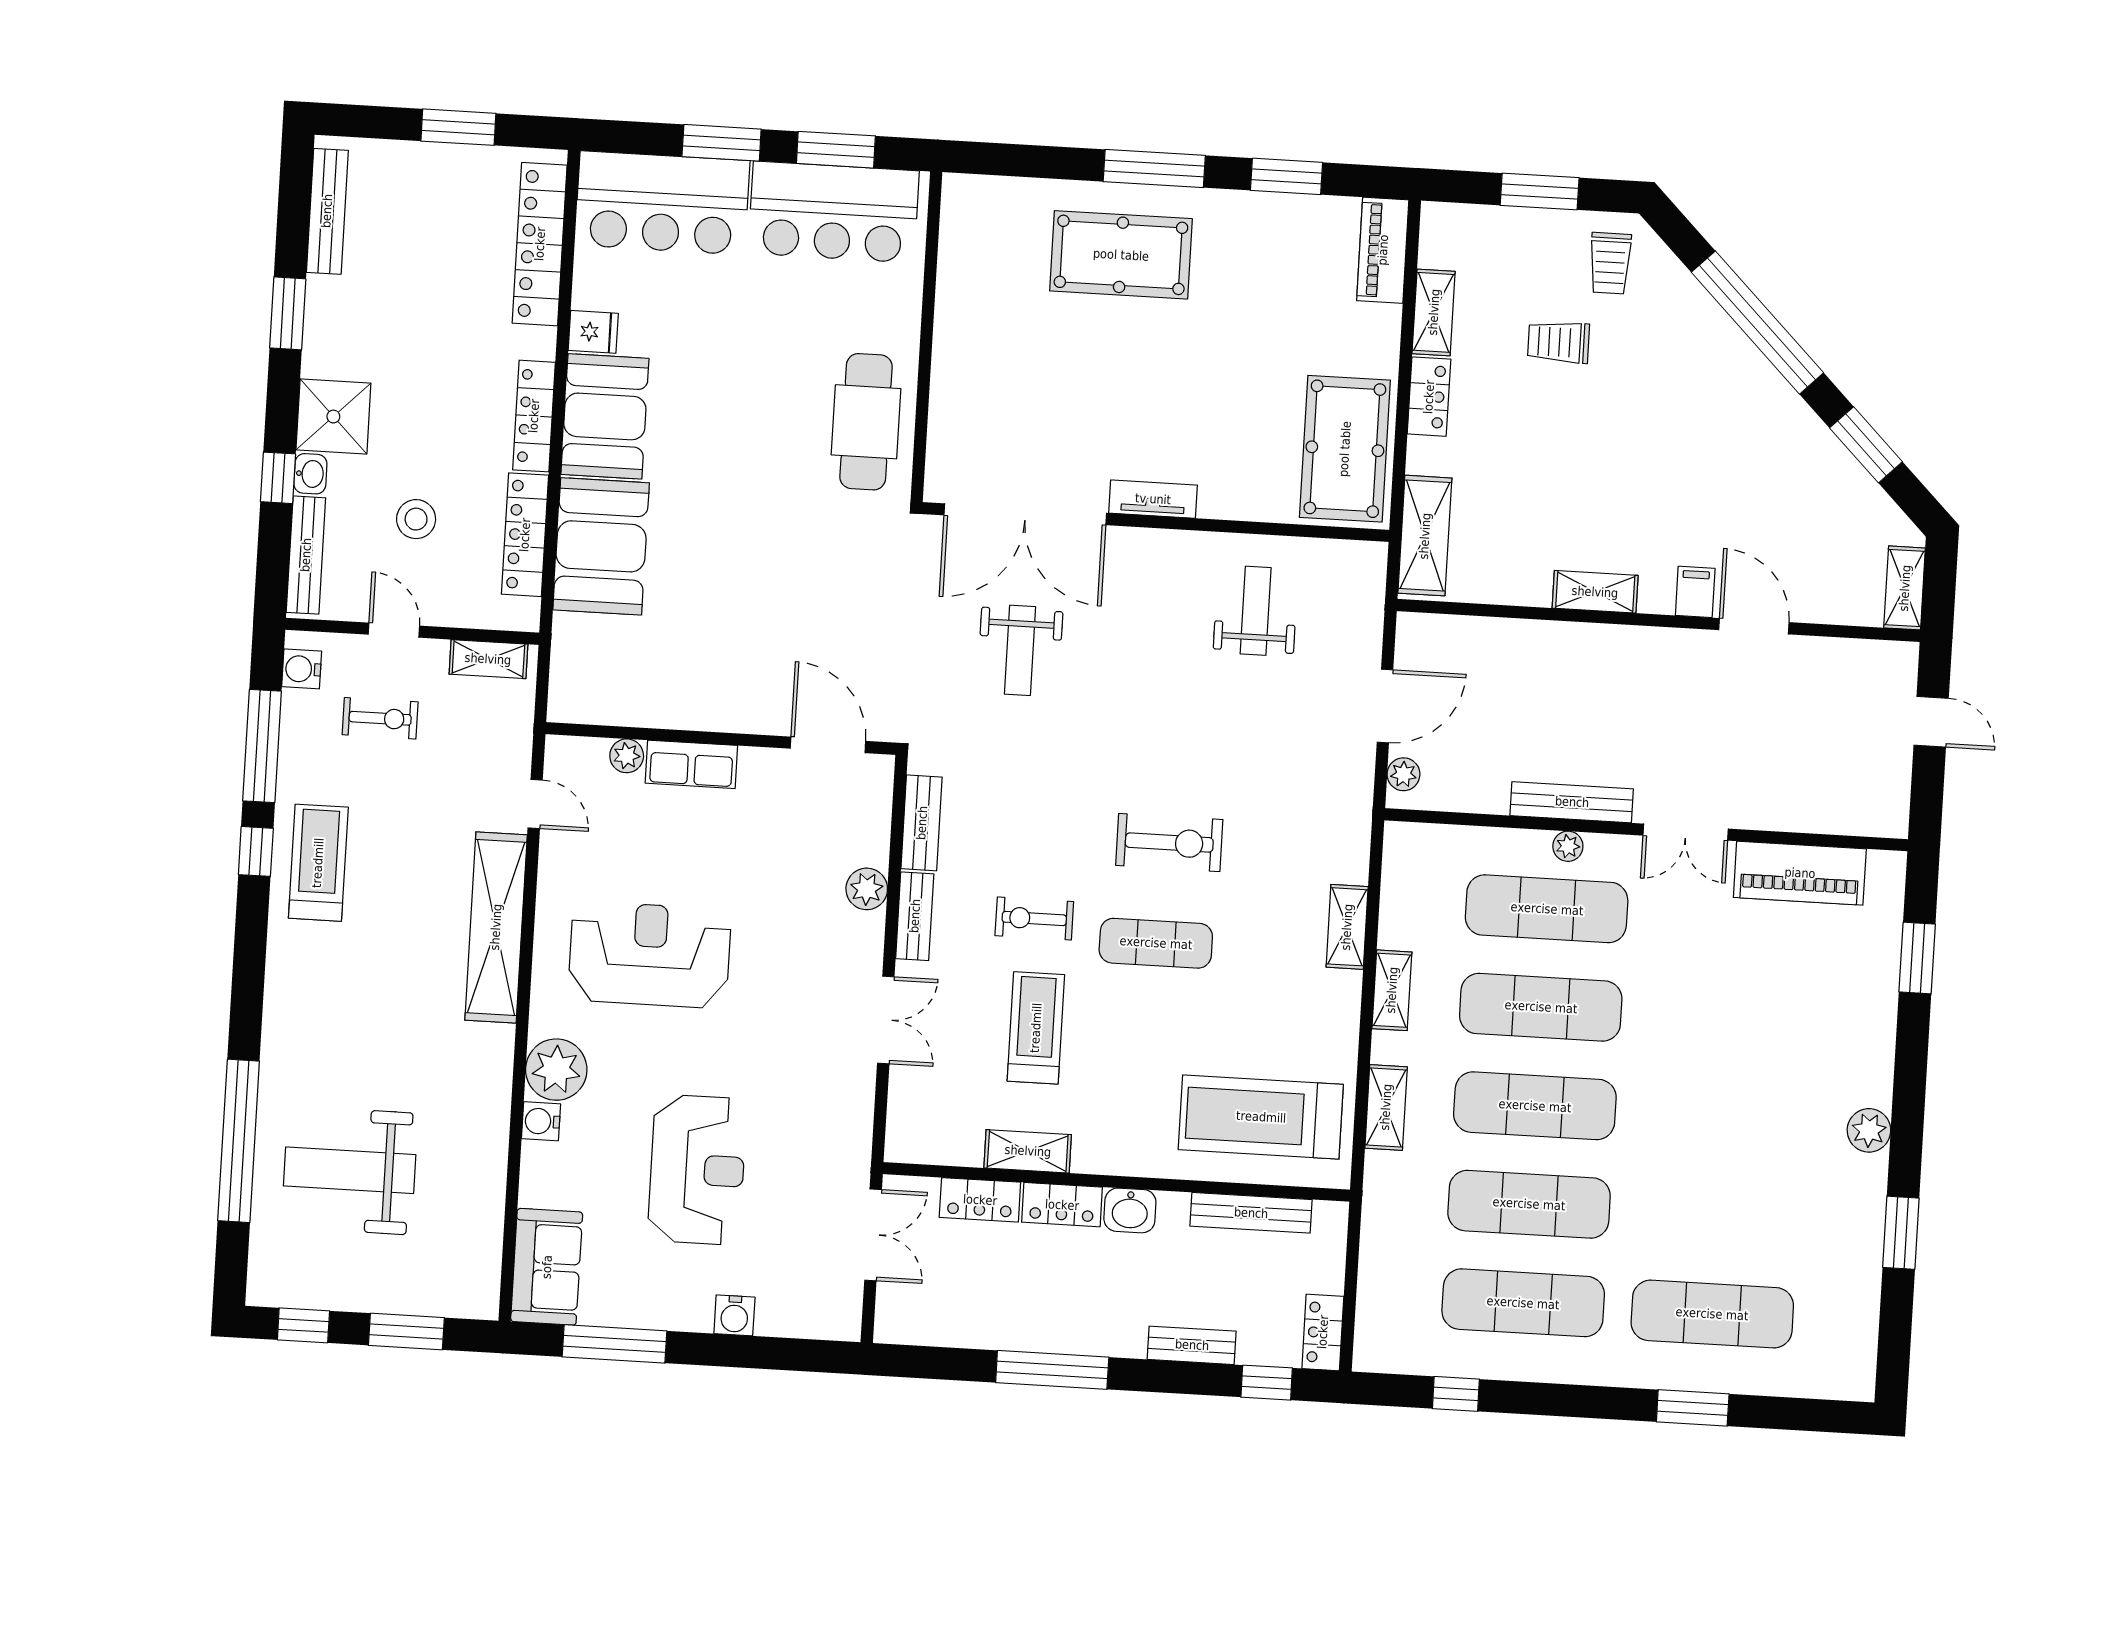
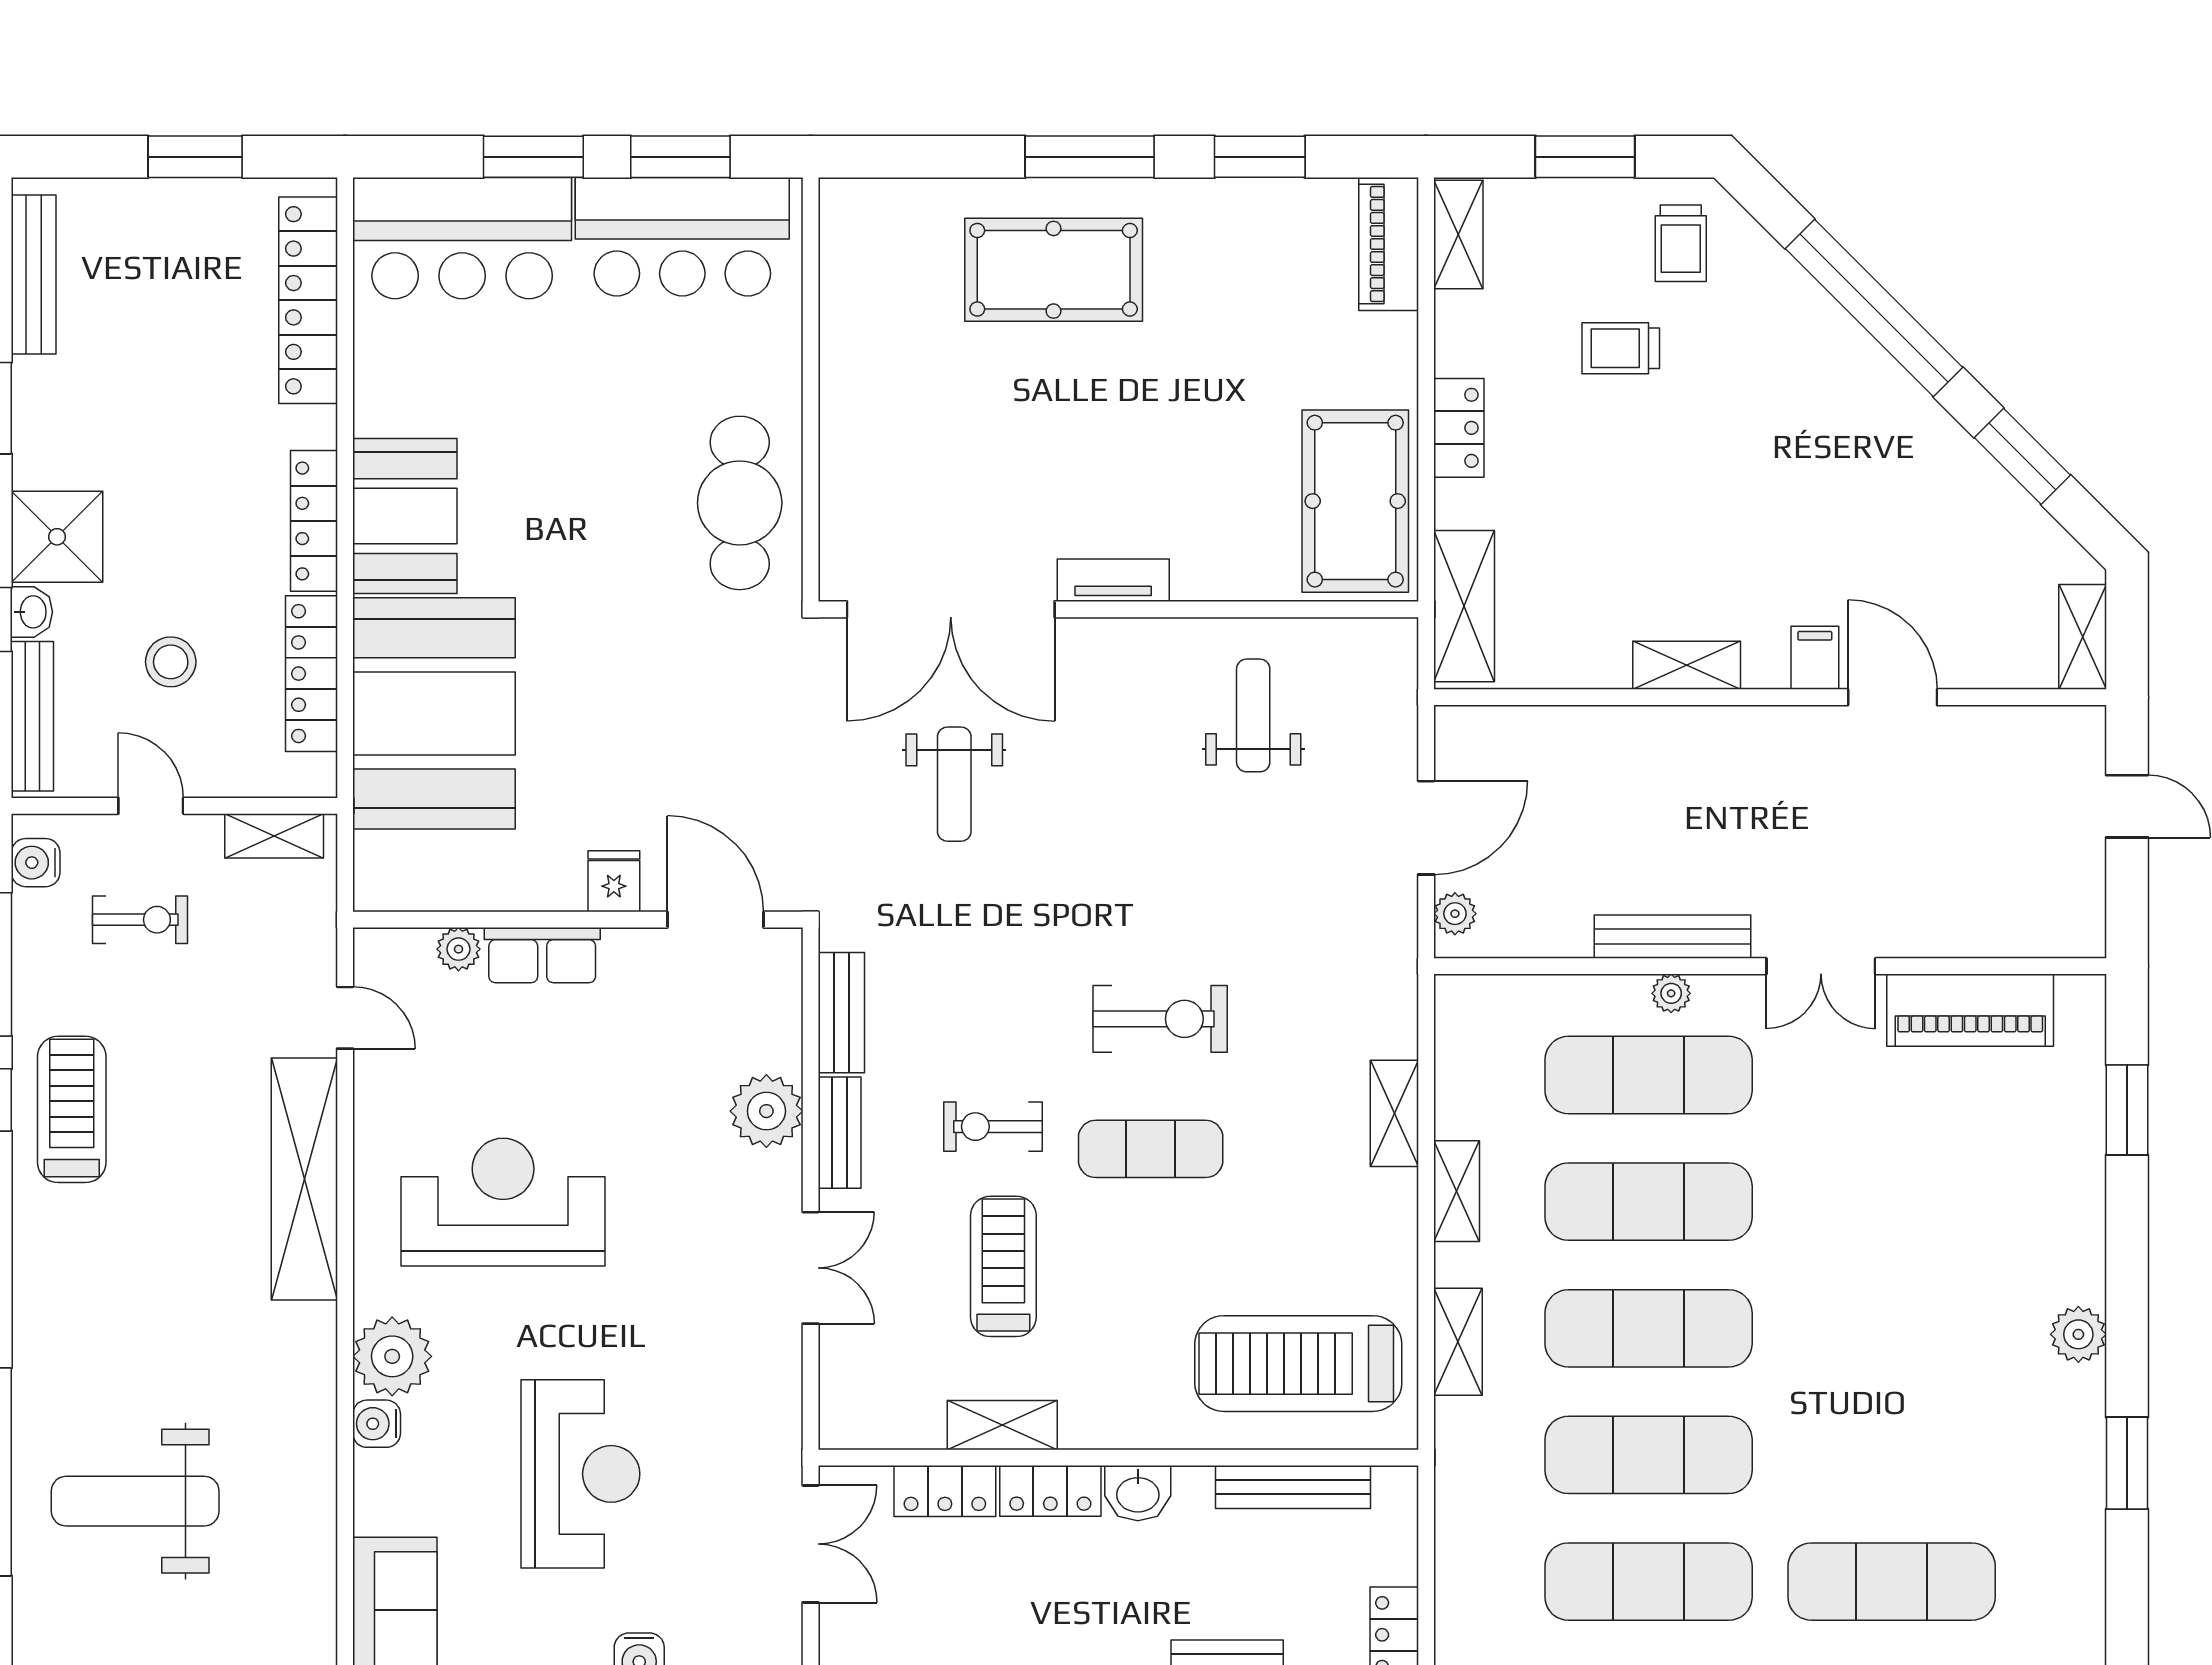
shelving: (1434, 312) -> (1458, 234), moved
fridge: (593, 332) -> (614, 881), moved, turned -90
booth: (601, 546) -> (434, 713), width x1.36, depth x1.42
plant: (867, 889) -> (766, 1111), width x1.36, depth x1.36

